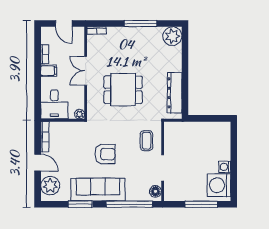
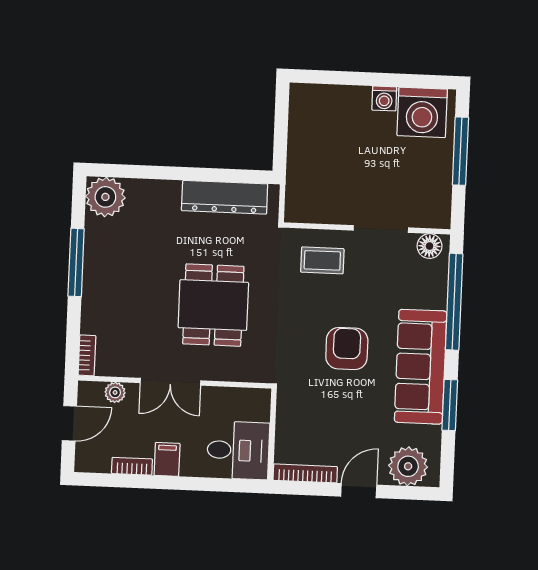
plant: (80, 114) -> (115, 392), moved

